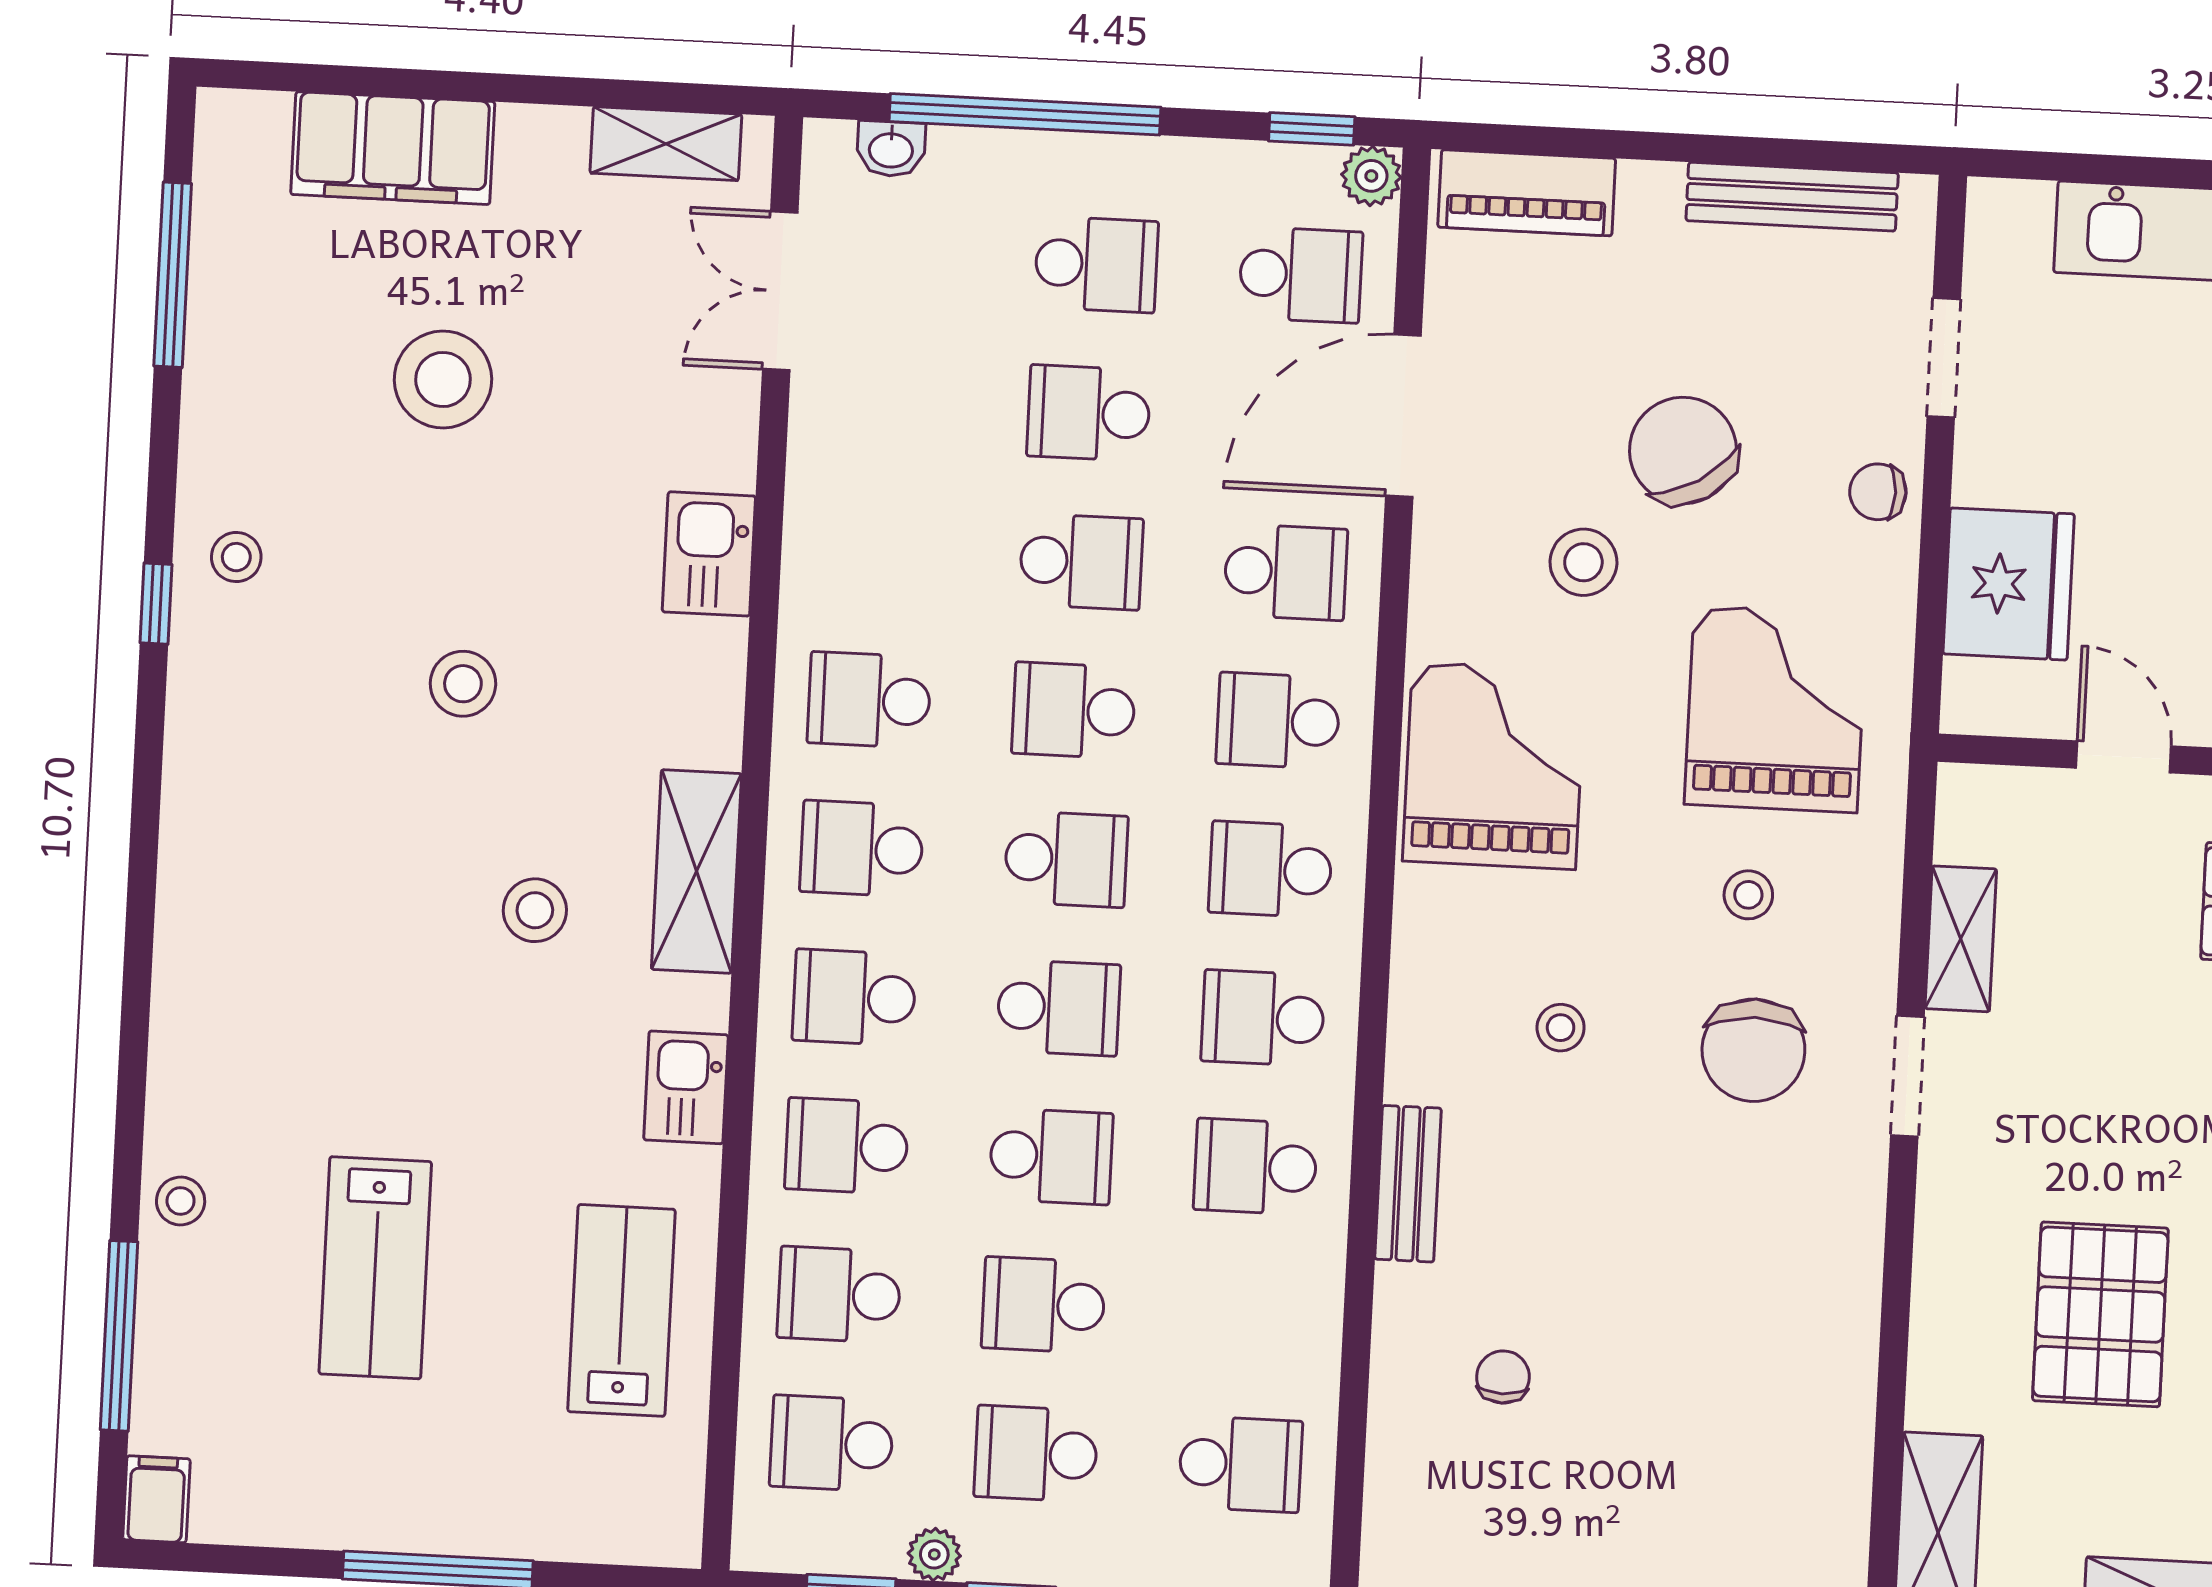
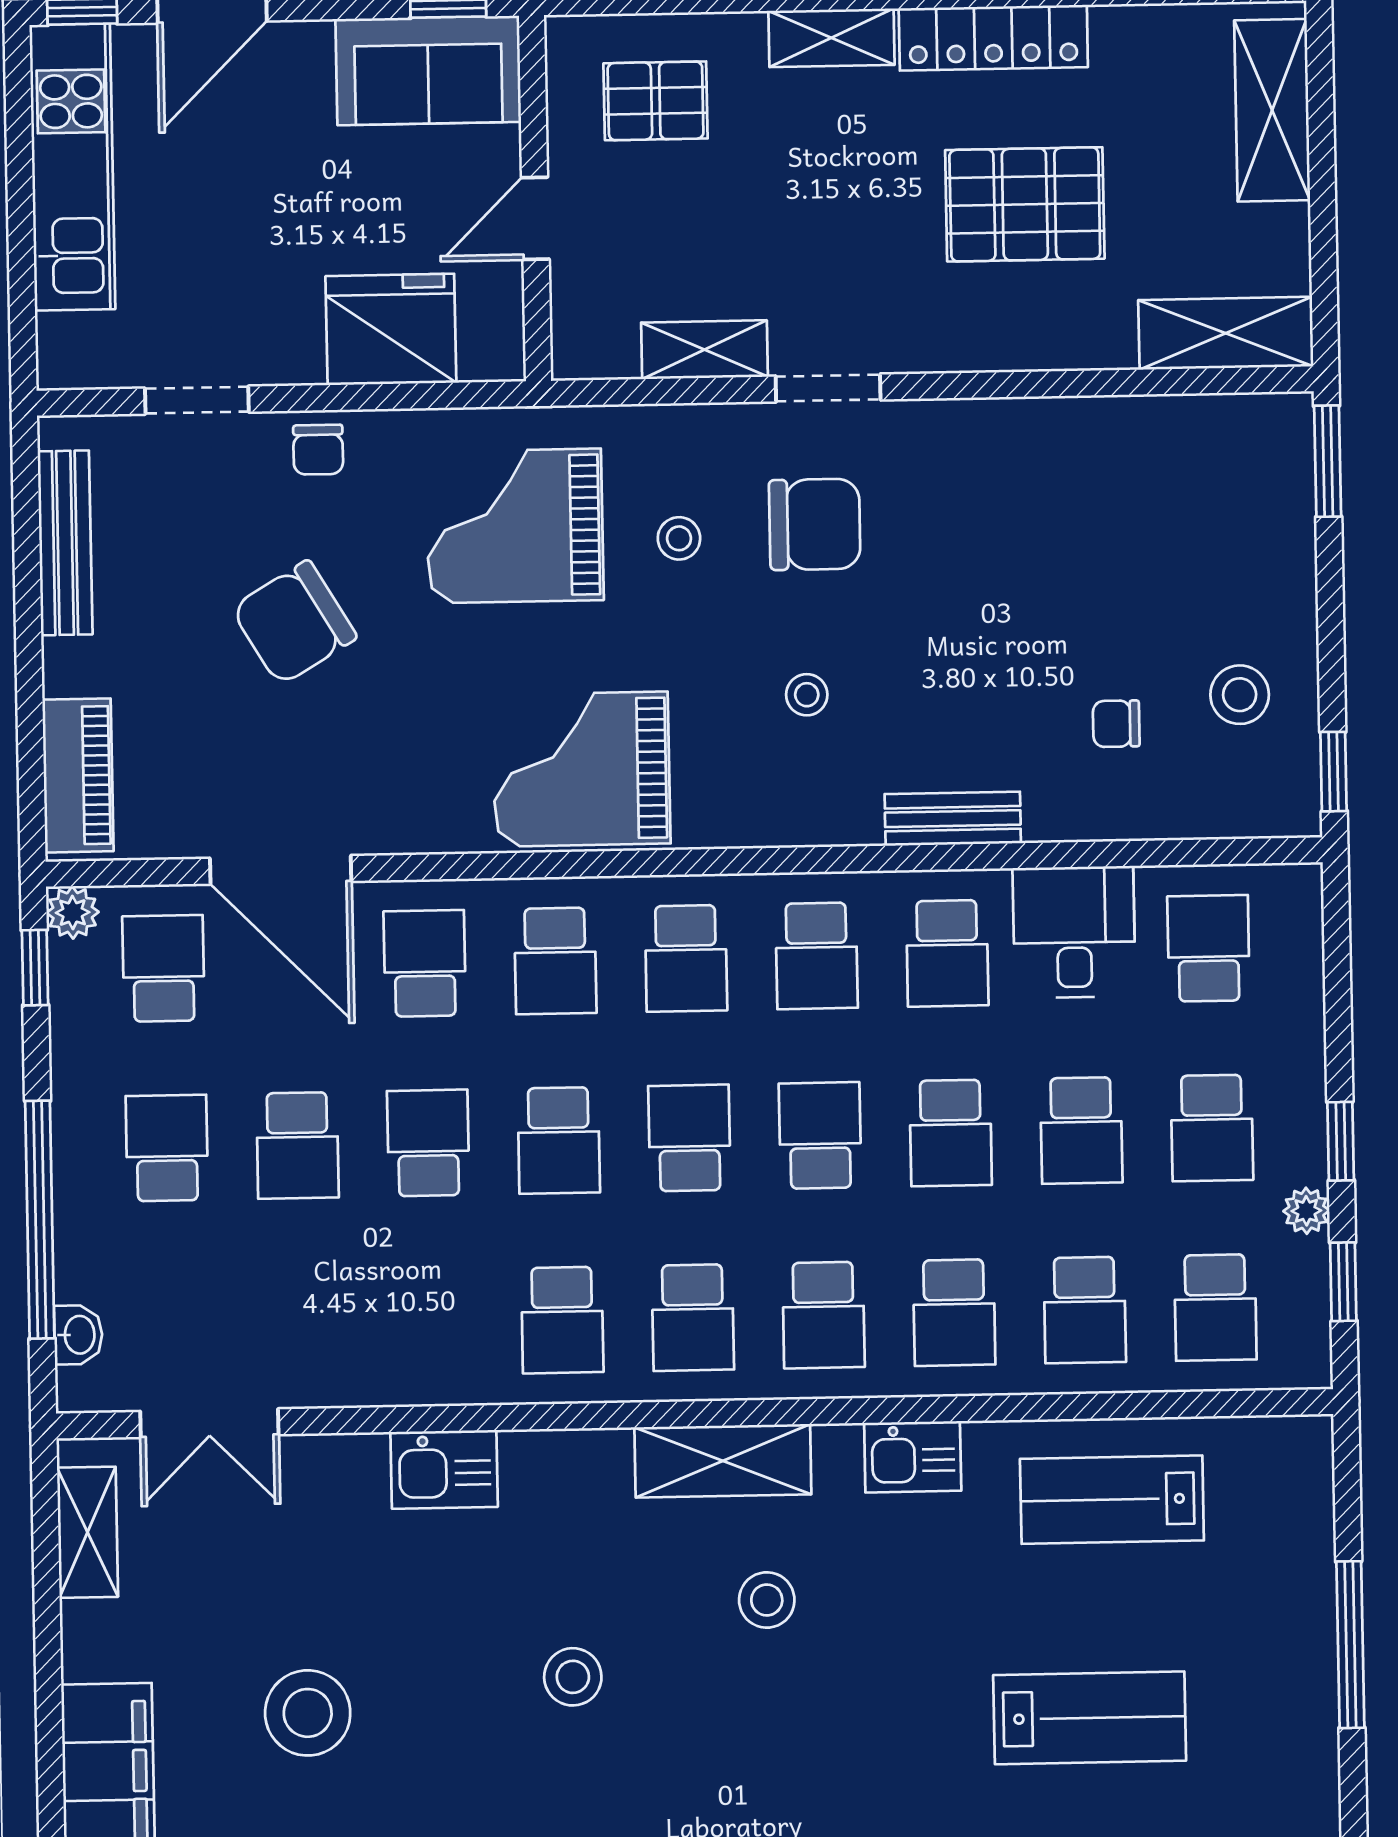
stool: (1583, 562) -> (1240, 695), moved
school desk: (1051, 1156) -> (951, 1133), turned 180
desk: (1269, 1313) -> (1074, 932), added

